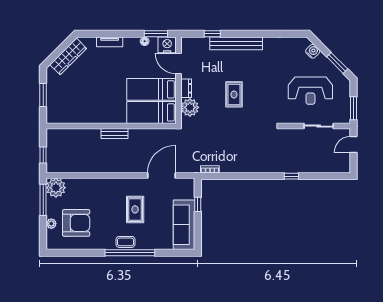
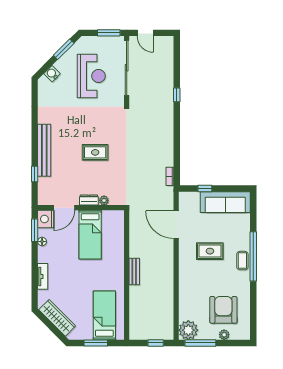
plant: (190, 107) -> (104, 200), width x0.53, depth x0.53
bed: (151, 112) -> (104, 315), moved, turned 180
sliding door: (319, 126) -> (127, 68), width x1.86

